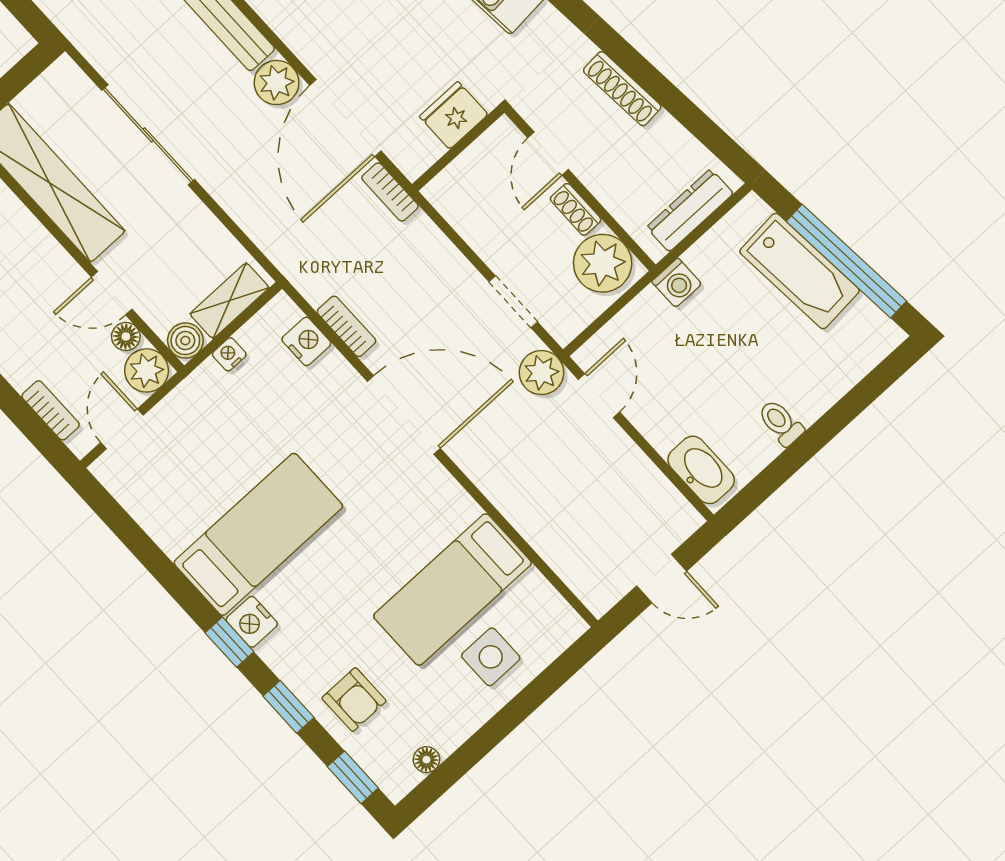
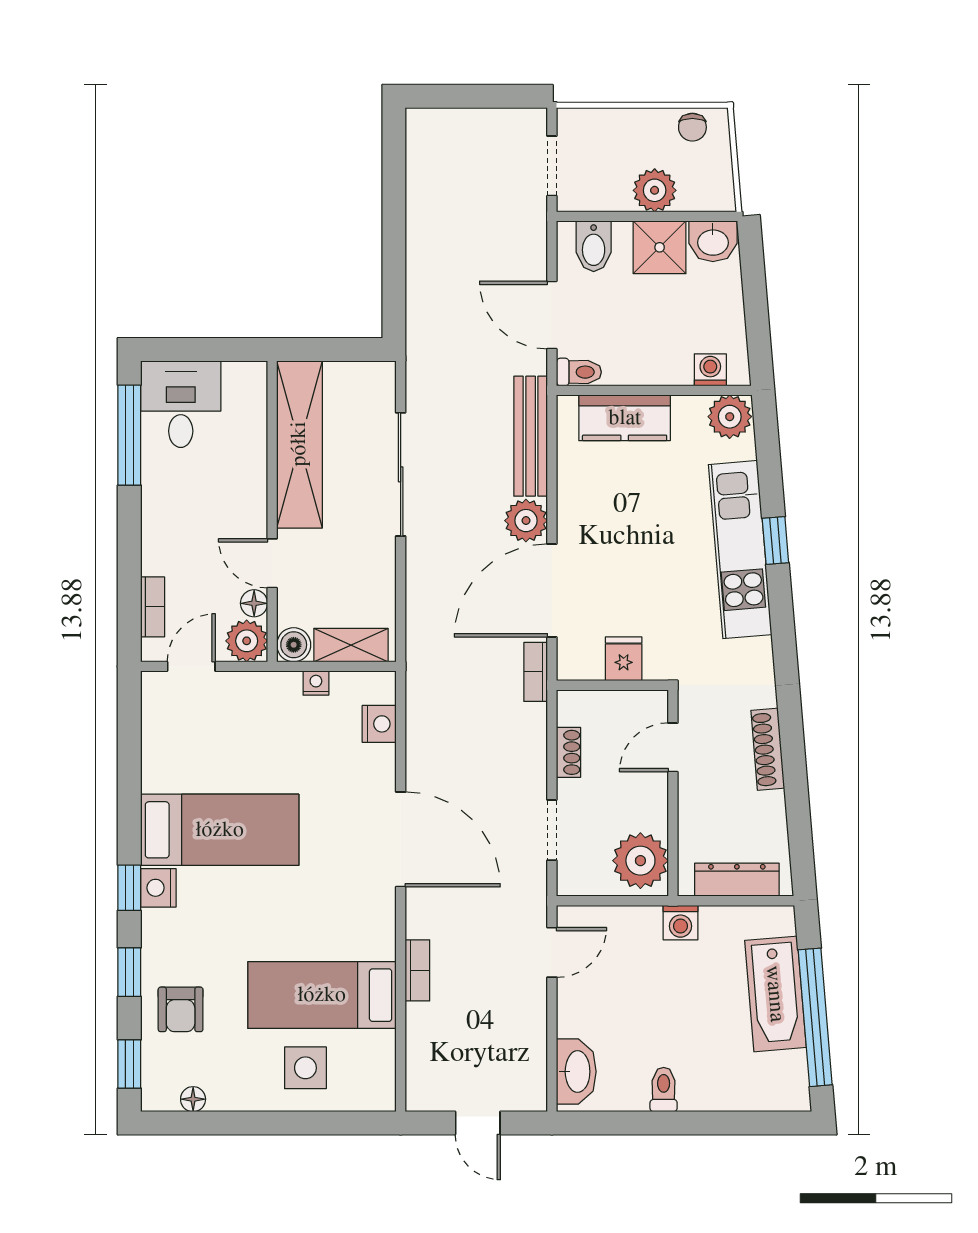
fridge: (454, 115) -> (624, 659), width x0.72
shoe rack: (576, 209) -> (569, 752), moved, turned 180
bookcase: (346, 326) -> (417, 970), moved
plant: (542, 373) -> (526, 899), removed

